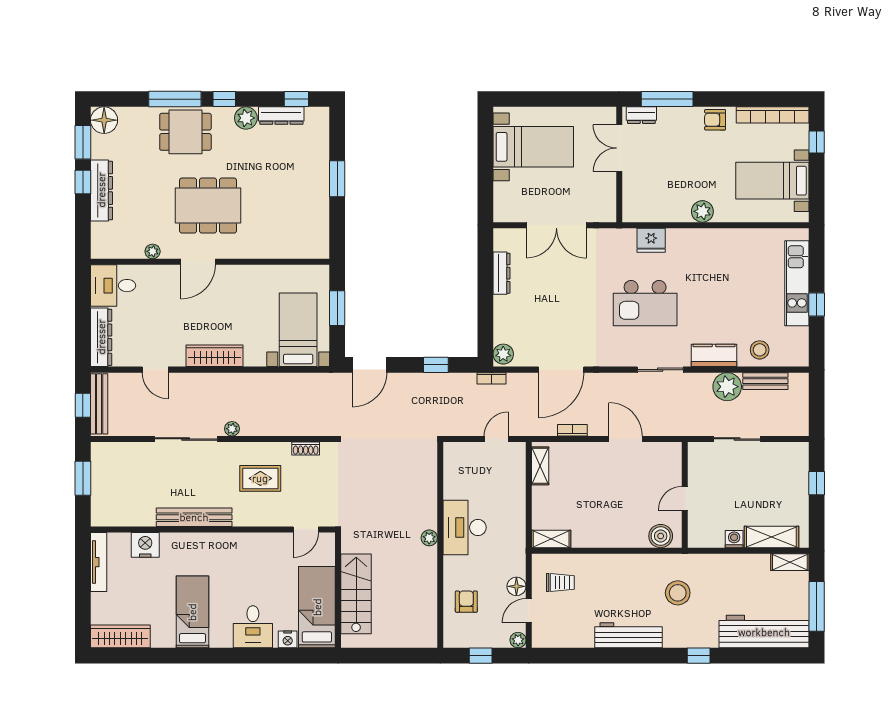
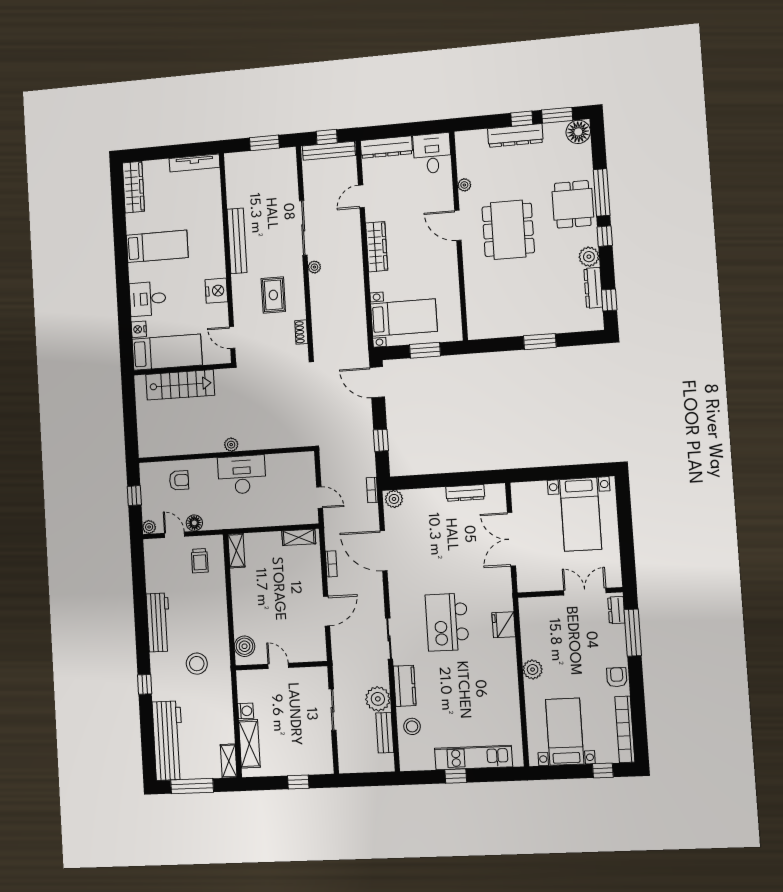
nightstand: (145, 545) -> (216, 291), moved

